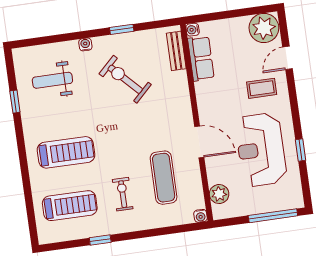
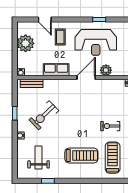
plant: (264, 28) -> (26, 43), moved
row of seats: (201, 58) -> (56, 70), moved
weight bench: (52, 80) -> (39, 157), turned 180
treadmill: (66, 152) -> (81, 155), turned 90
exercise mat: (164, 178) -> (104, 101), removed
plant: (219, 194) -> (106, 70), moved

